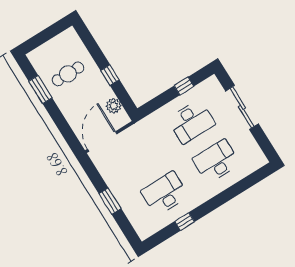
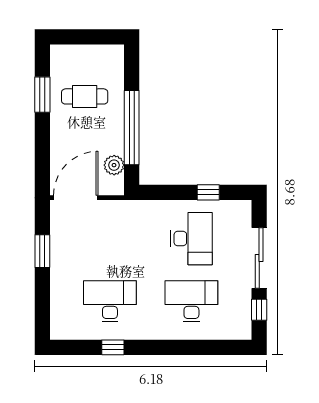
window: (110, 75) -> (132, 128), width x3.17
desk: (192, 122) -> (191, 239), turned -90
window: (262, 140) -> (259, 310), added
window: (110, 201) -> (42, 251), moved

